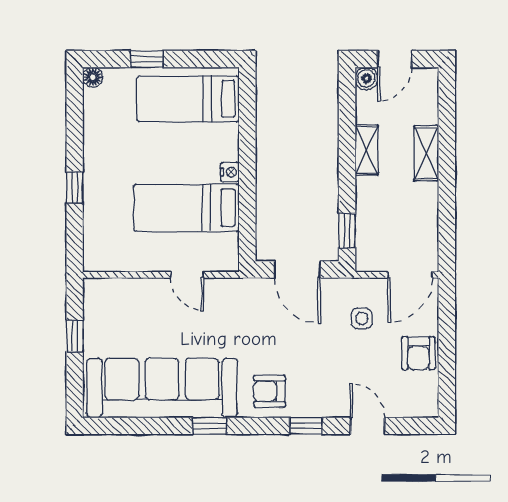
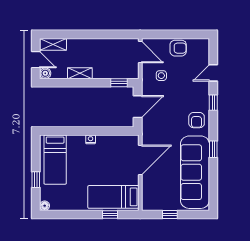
shelving: (426, 153) -> (53, 44), moved
window: (75, 187) -> (110, 214), moved
bed: (186, 208) -> (113, 197), moved, turned 90
door: (187, 275) -> (140, 160), width x1.88

